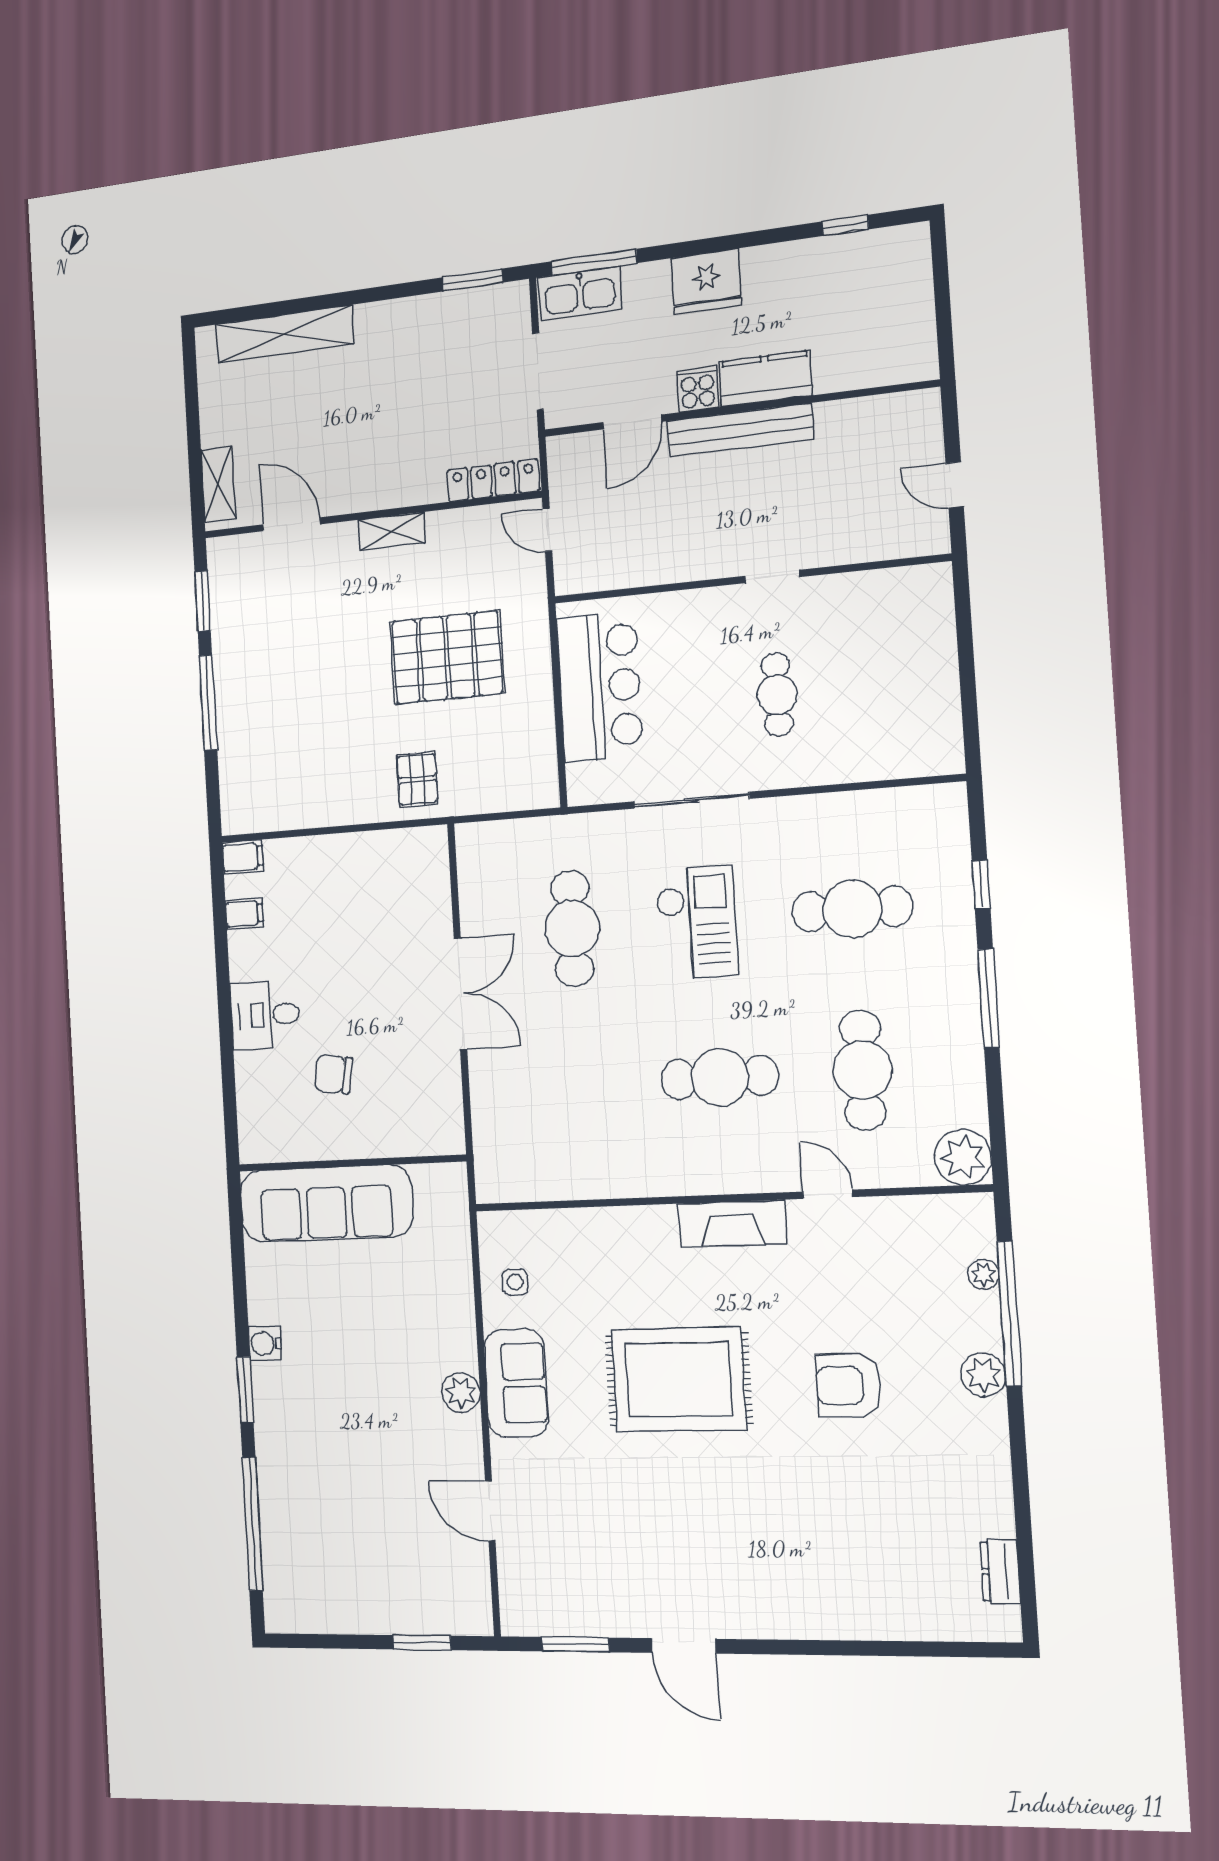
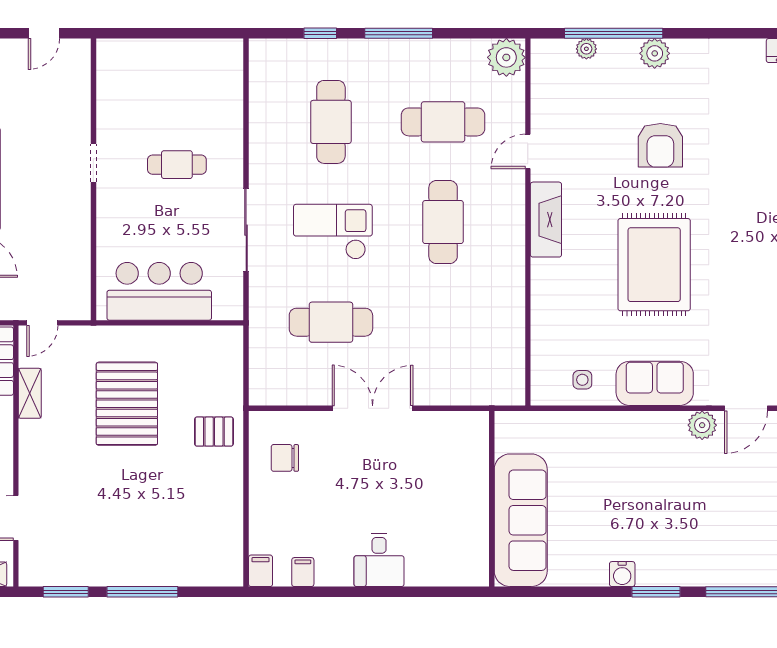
shelving: (392, 531) -> (30, 393), moved
chair: (333, 1074) -> (285, 458), moved, turned 81
plant: (461, 1392) -> (702, 425), moved

